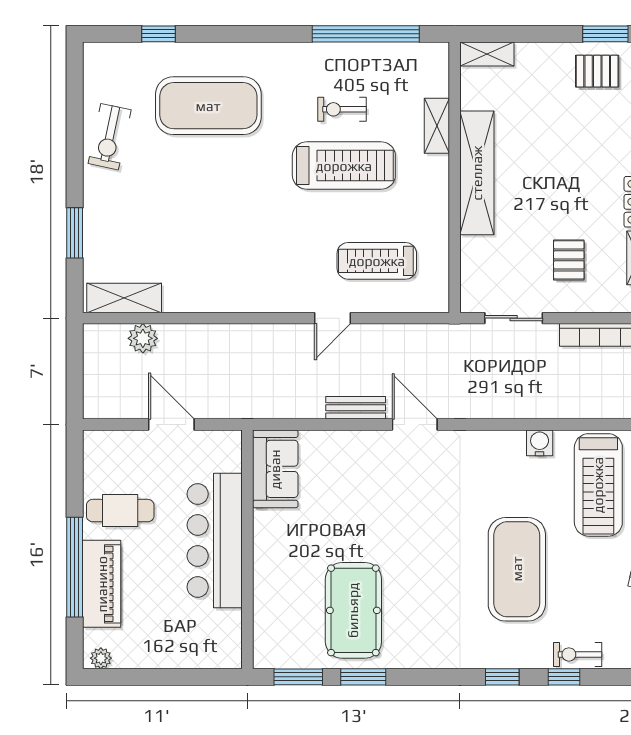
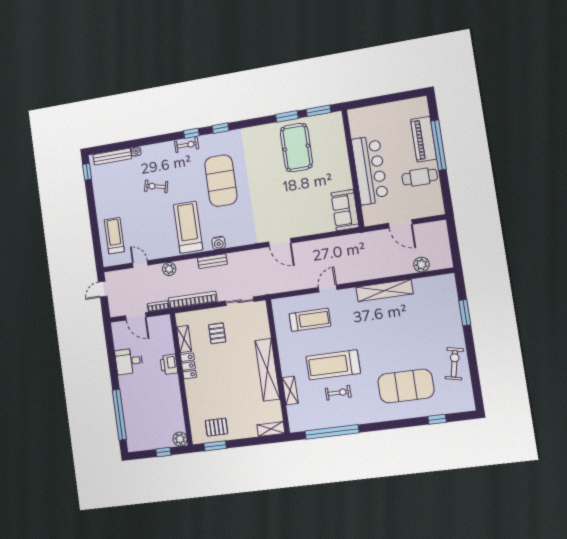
shelving: (124, 298) -> (384, 290), moved, width x1.47
bench: (356, 408) -> (212, 261), moved
plant: (101, 658) -> (418, 103), removed

